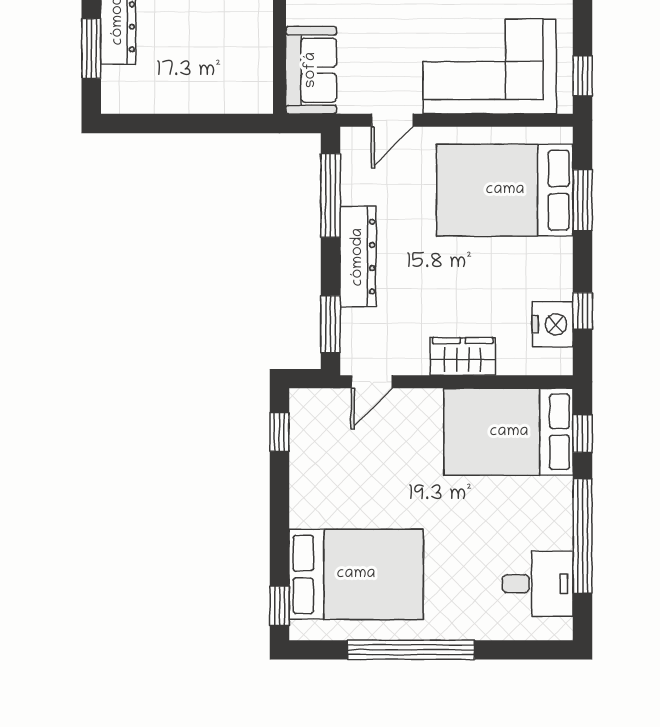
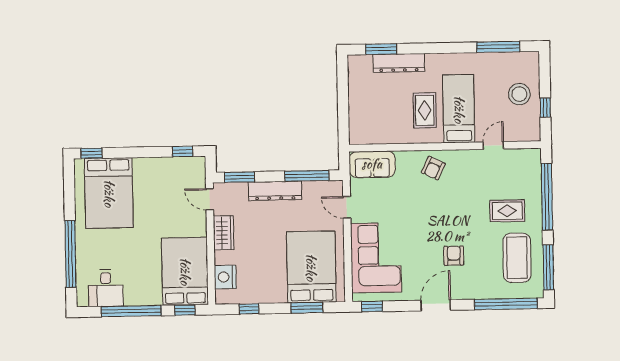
nightstand: (553, 324) -> (225, 277), moved, turned 90
wardrobe: (463, 357) -> (224, 233), moved
window: (411, 650) -> (70, 254), moved

